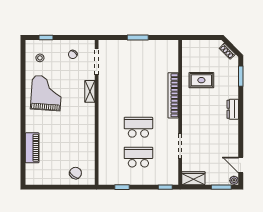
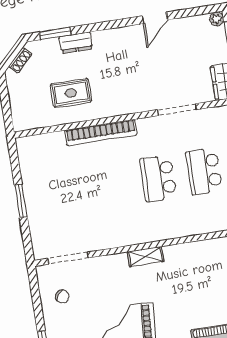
rug: (201, 80) -> (71, 93), turned 90
shelving: (90, 91) -> (145, 257), moved
dresser: (233, 109) -> (76, 43), moved
door: (241, 165) -> (155, 18), moved

